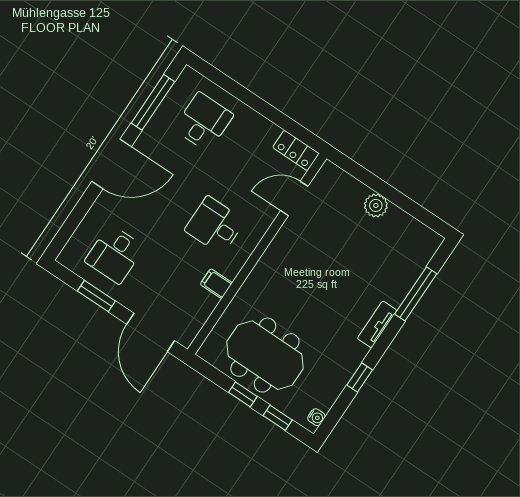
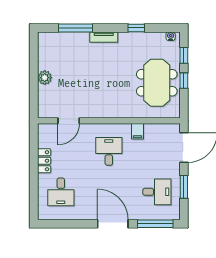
window: (153, 102) -> (155, 224), moved
desk: (204, 122) -> (61, 192), turned -90
locker: (296, 150) -> (44, 161), moved
door: (294, 198) -> (69, 121), hinge flipped
desk: (215, 225) -> (109, 151), turned 180

